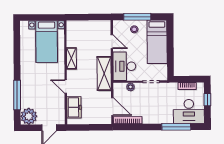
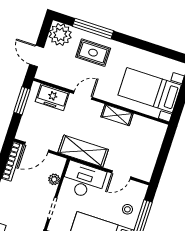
rug: (34, 89) -> (93, 53), added
window: (84, 127) -> (22, 101), added

